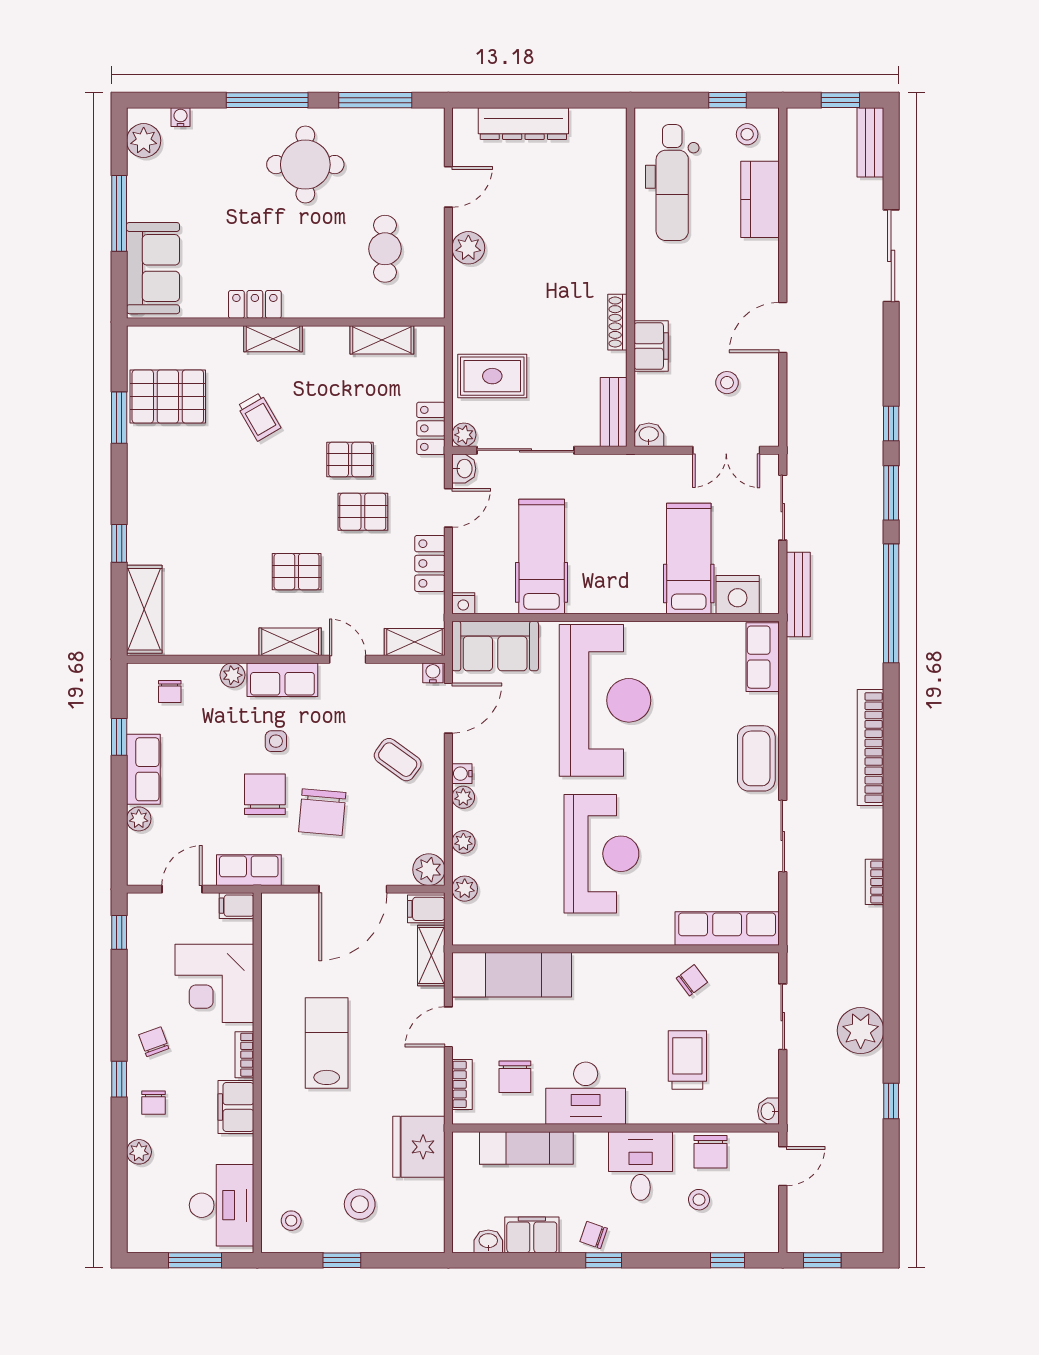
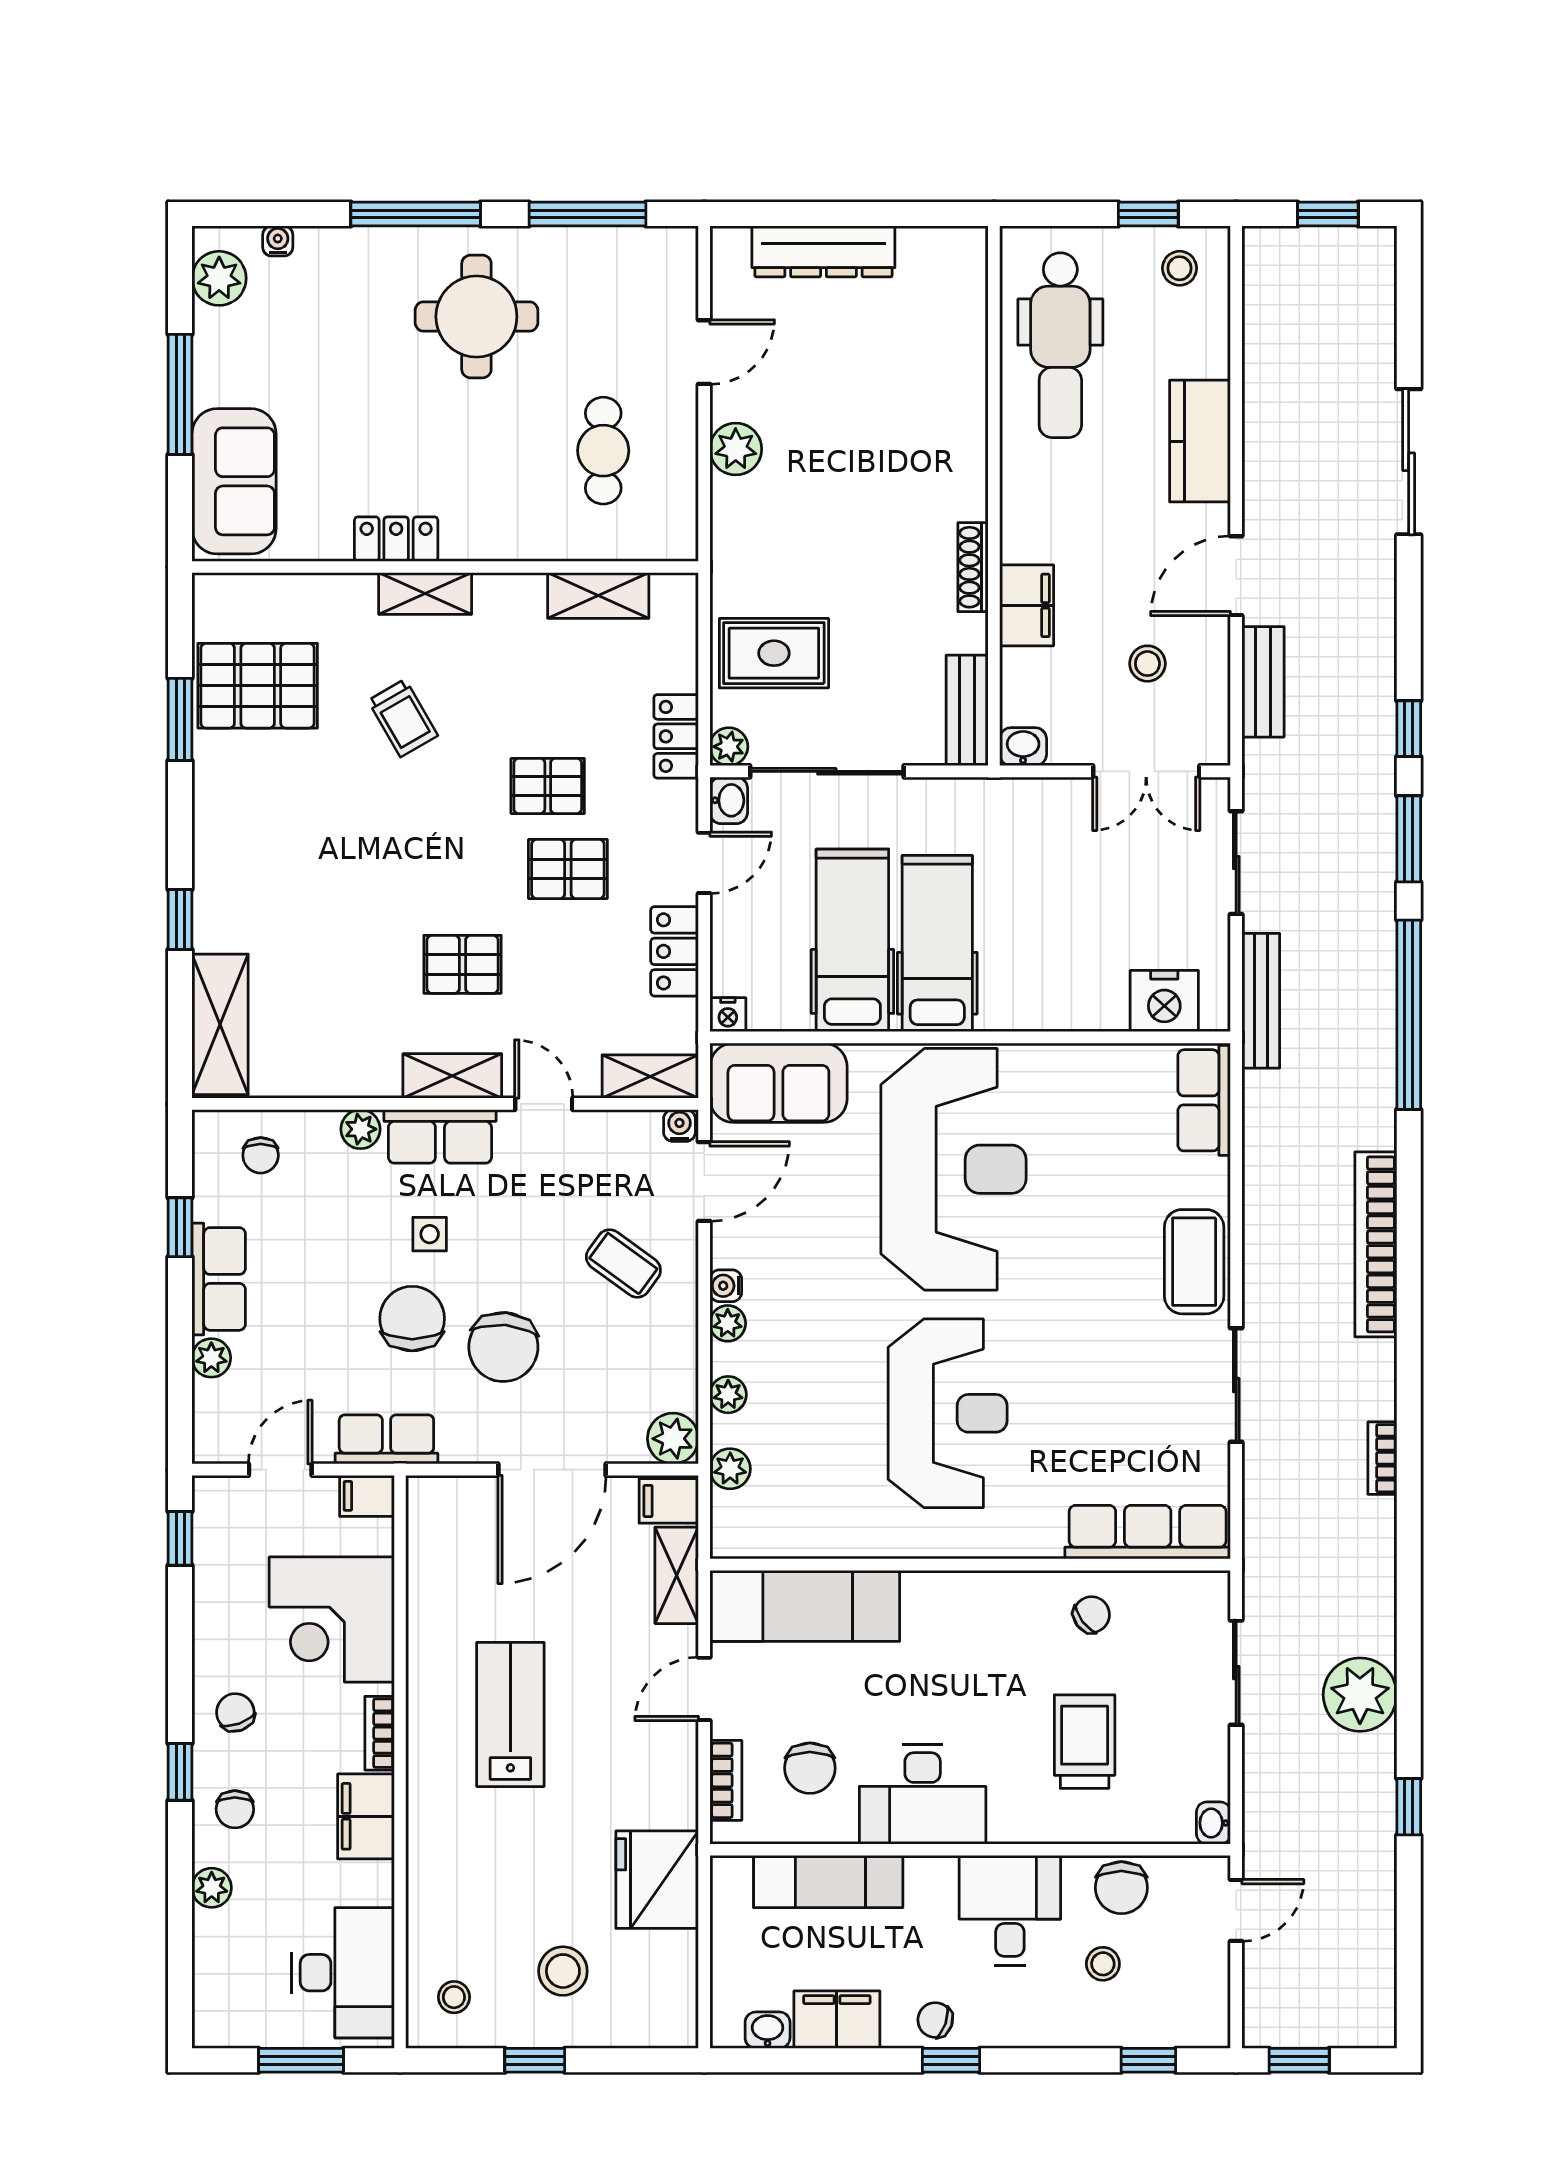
bench: (870, 142) -> (1263, 682), moved
kitchen counter: (760, 199) -> (1200, 441), moved
hospital bed: (689, 559) -> (937, 944), moved

